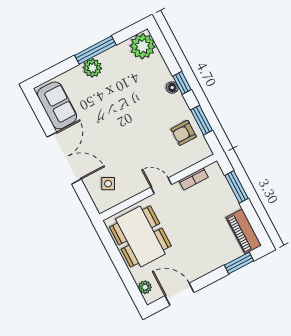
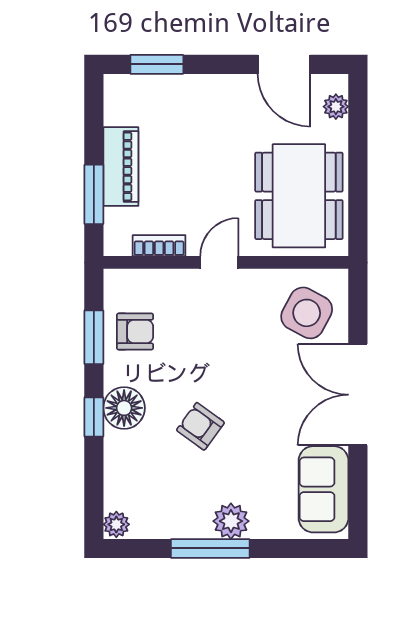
plant: (143, 46) -> (116, 524), width x0.53, depth x0.53
floor lamp: (172, 88) -> (124, 408), width x1.89, depth x1.89
armchair: (130, 105) -> (200, 426), added
side table: (108, 184) -> (307, 313), width x1.87, depth x1.87
door: (161, 186) -> (219, 262), swing flipped
piano: (244, 231) -> (121, 167), moved

